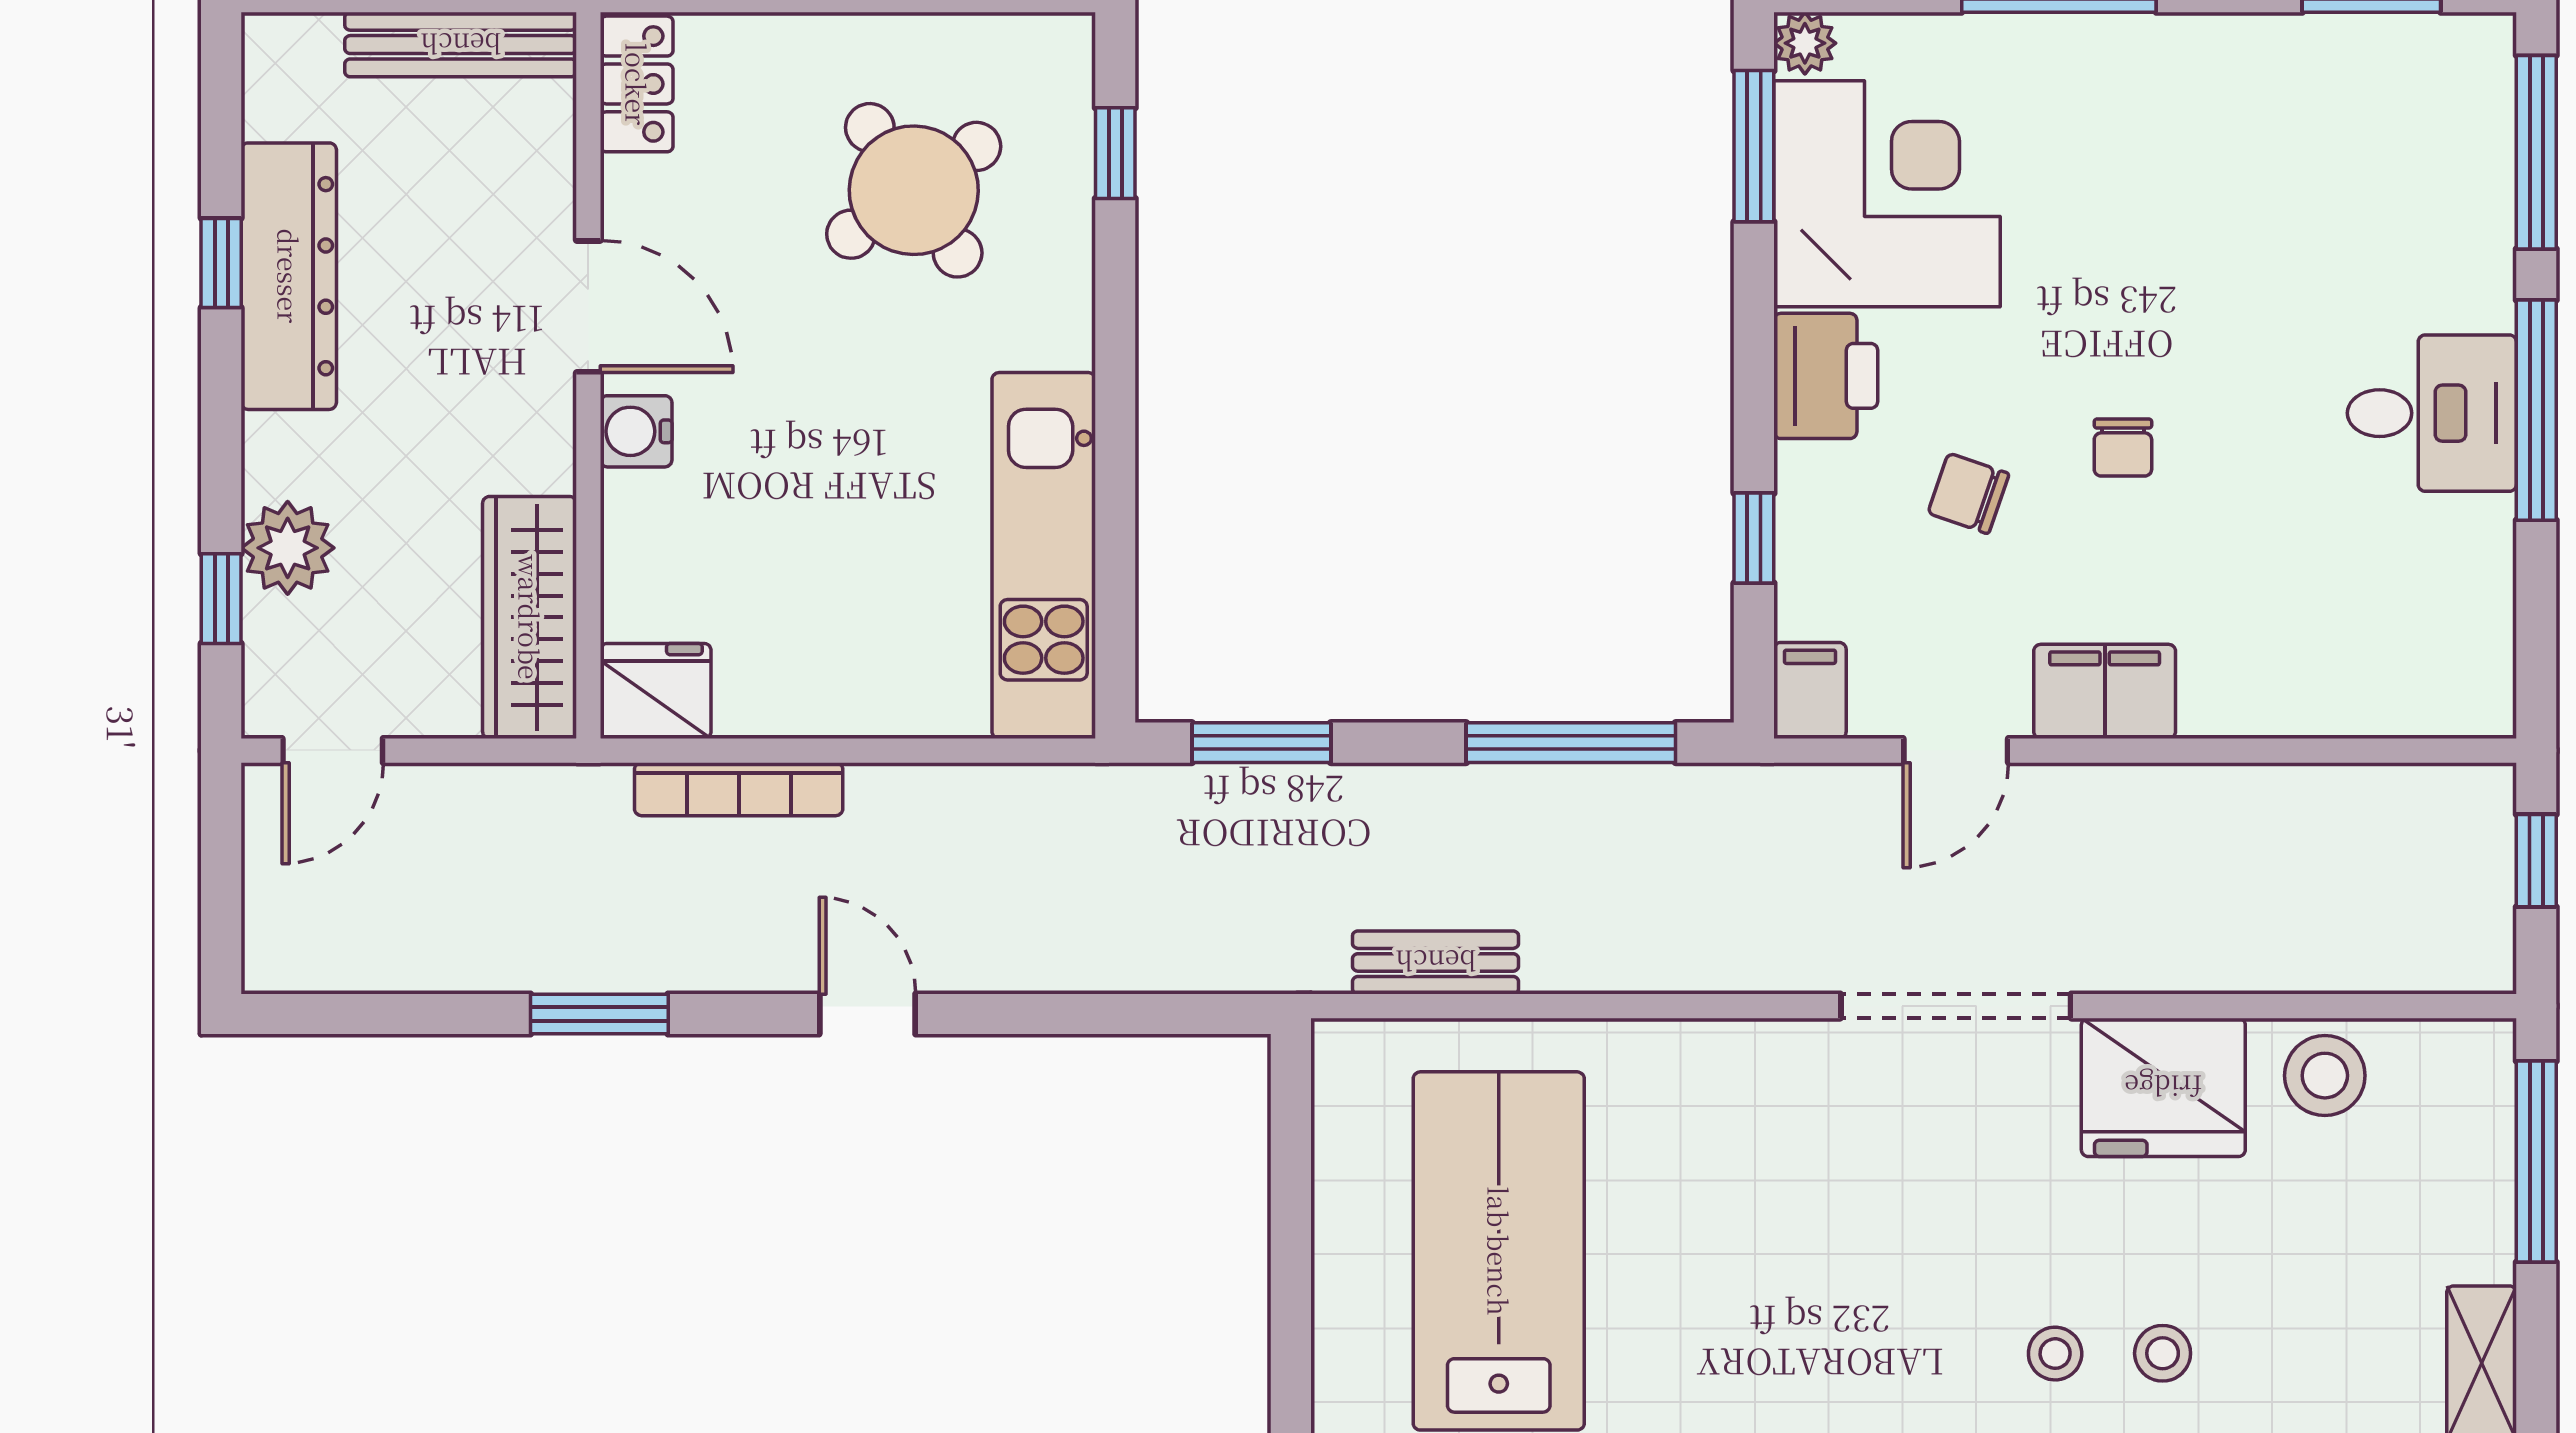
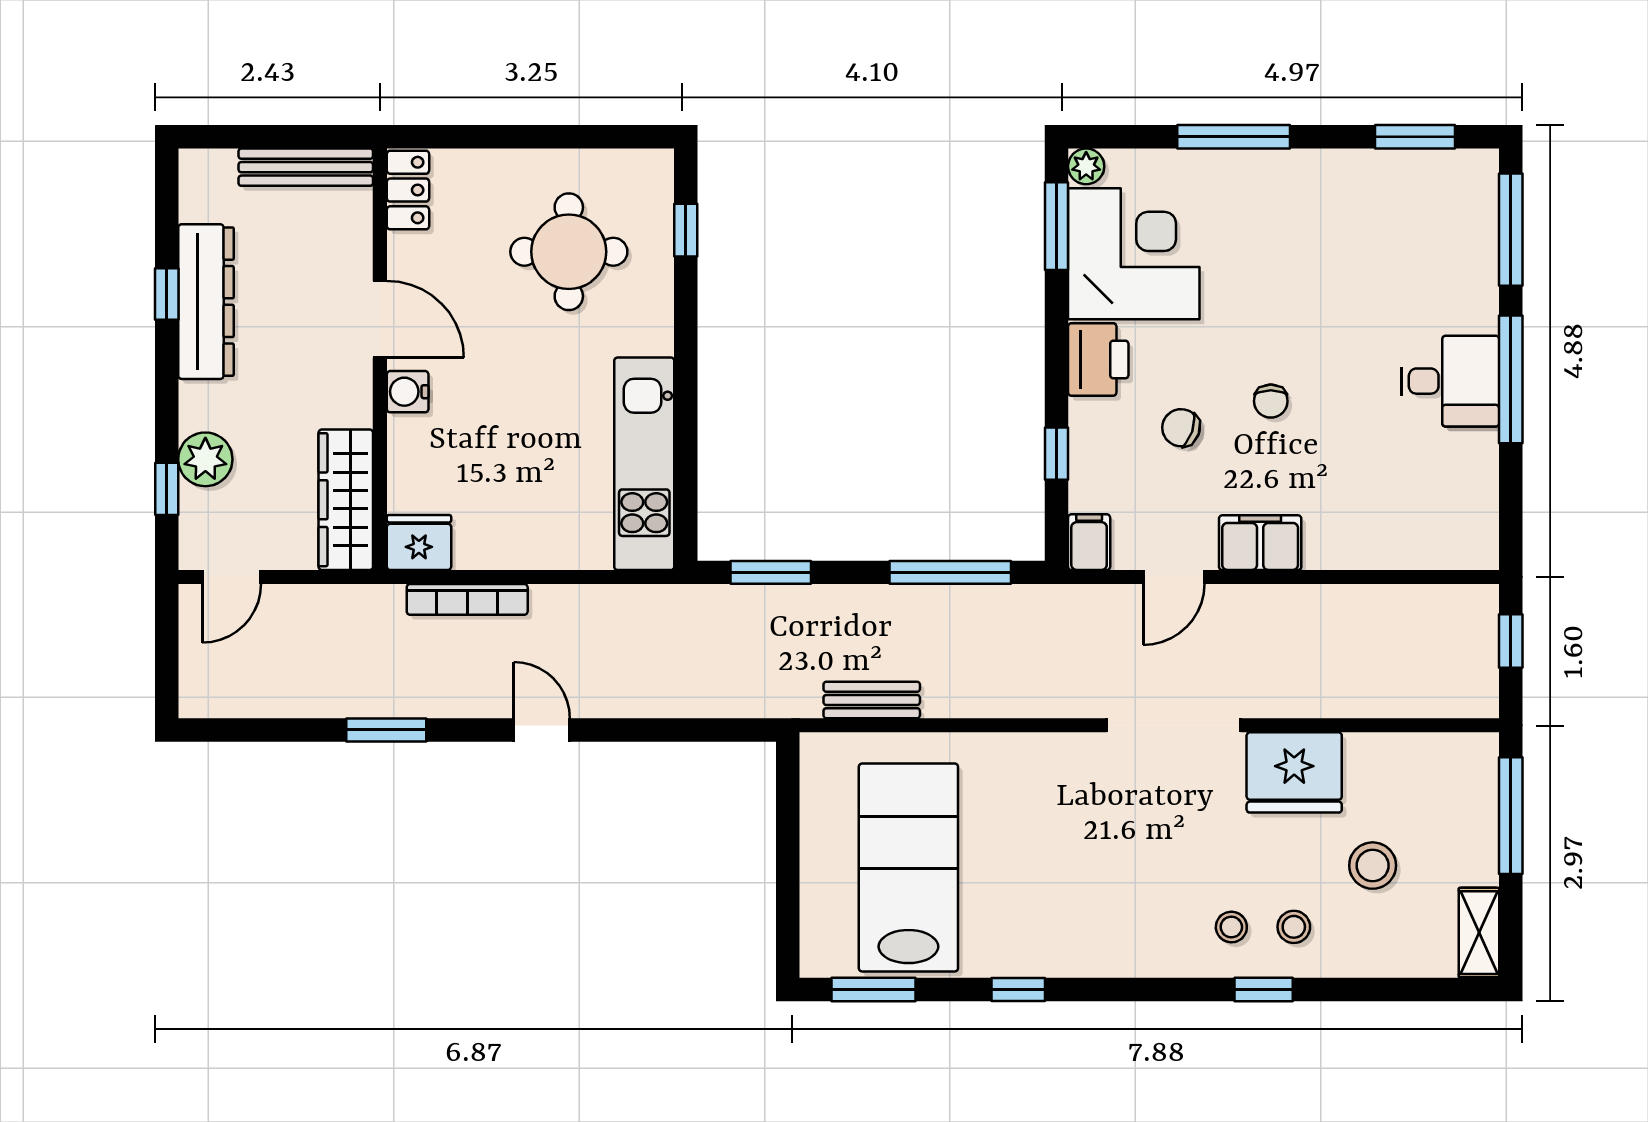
round table: (914, 190) -> (569, 252), turned 35
stool: (2325, 1076) -> (1373, 866), moved

